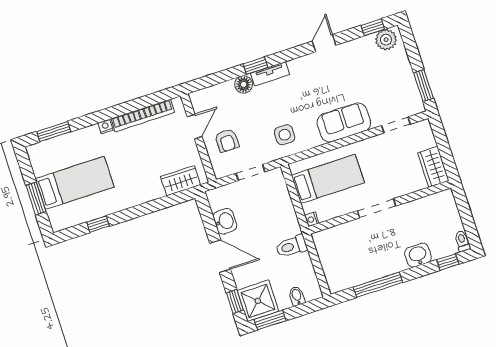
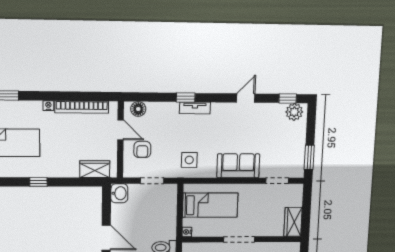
floor lamp: (244, 84) -> (138, 109), moved
door: (195, 127) -> (121, 130), hinge flipped
washbasin: (225, 221) -> (119, 193), moved
window: (98, 224) -> (38, 182), moved

